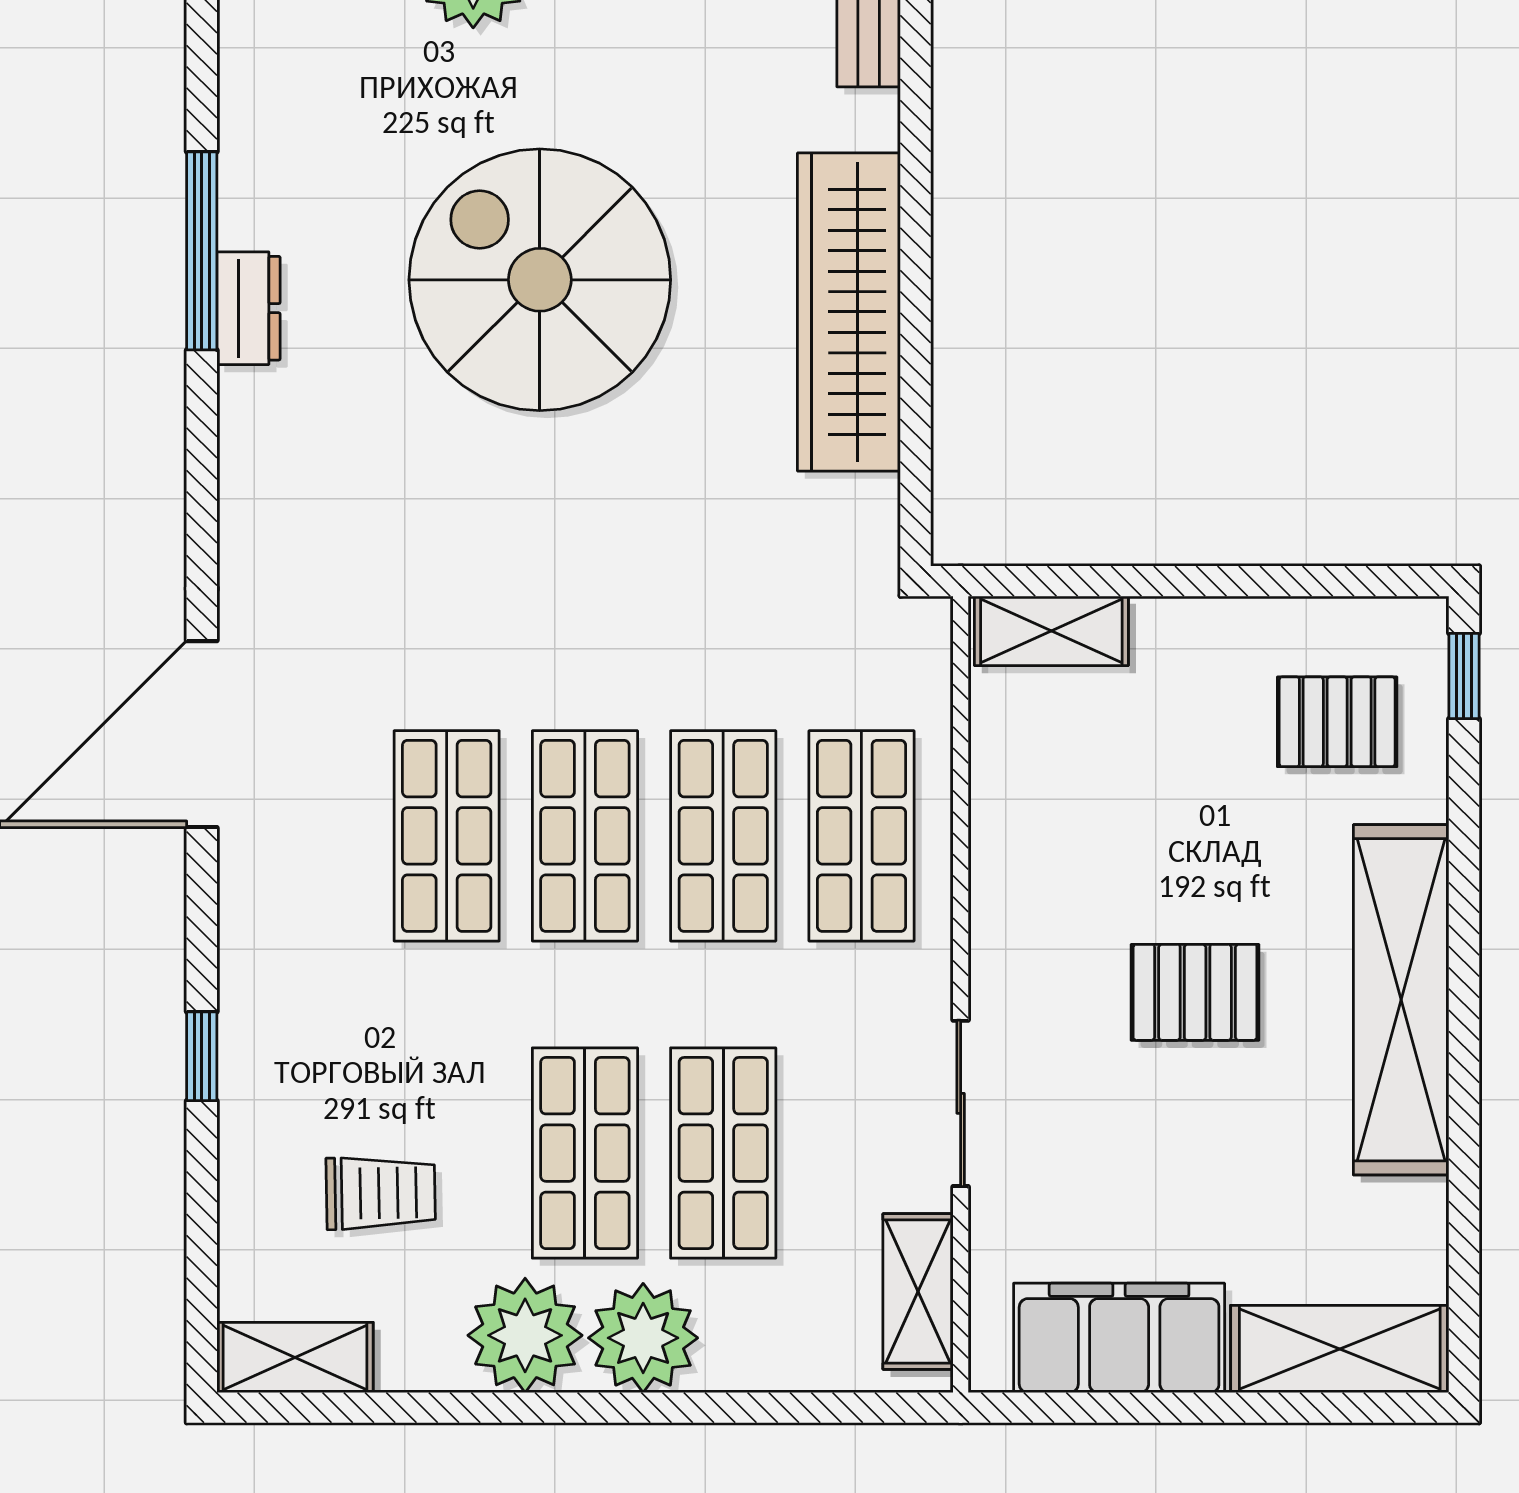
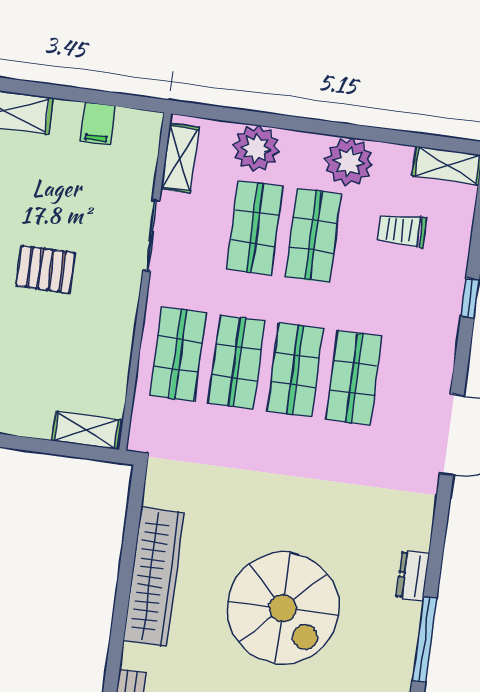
dresser: (248, 308) -> (413, 576), moved
plant: (643, 1338) -> (256, 148), moved
filing cabinet: (1119, 1338) -> (98, 124), width x0.33, depth x0.86

